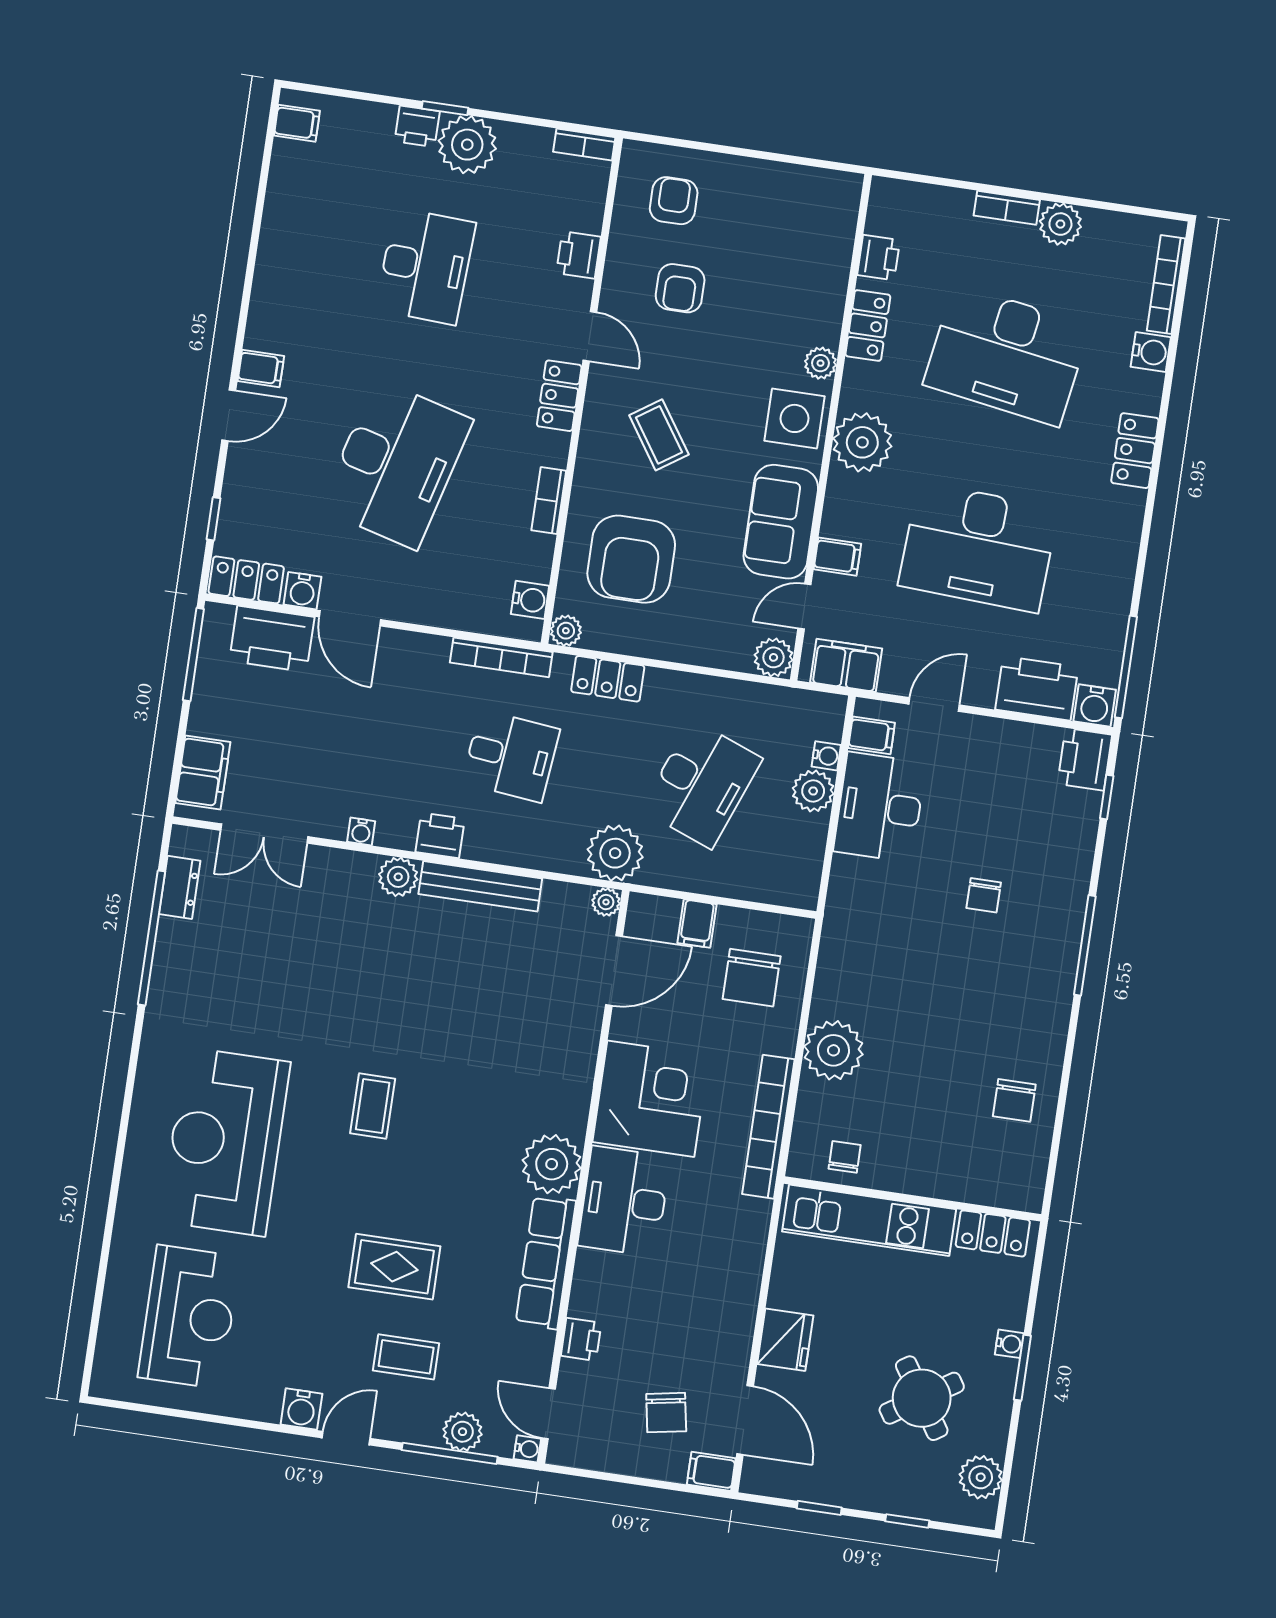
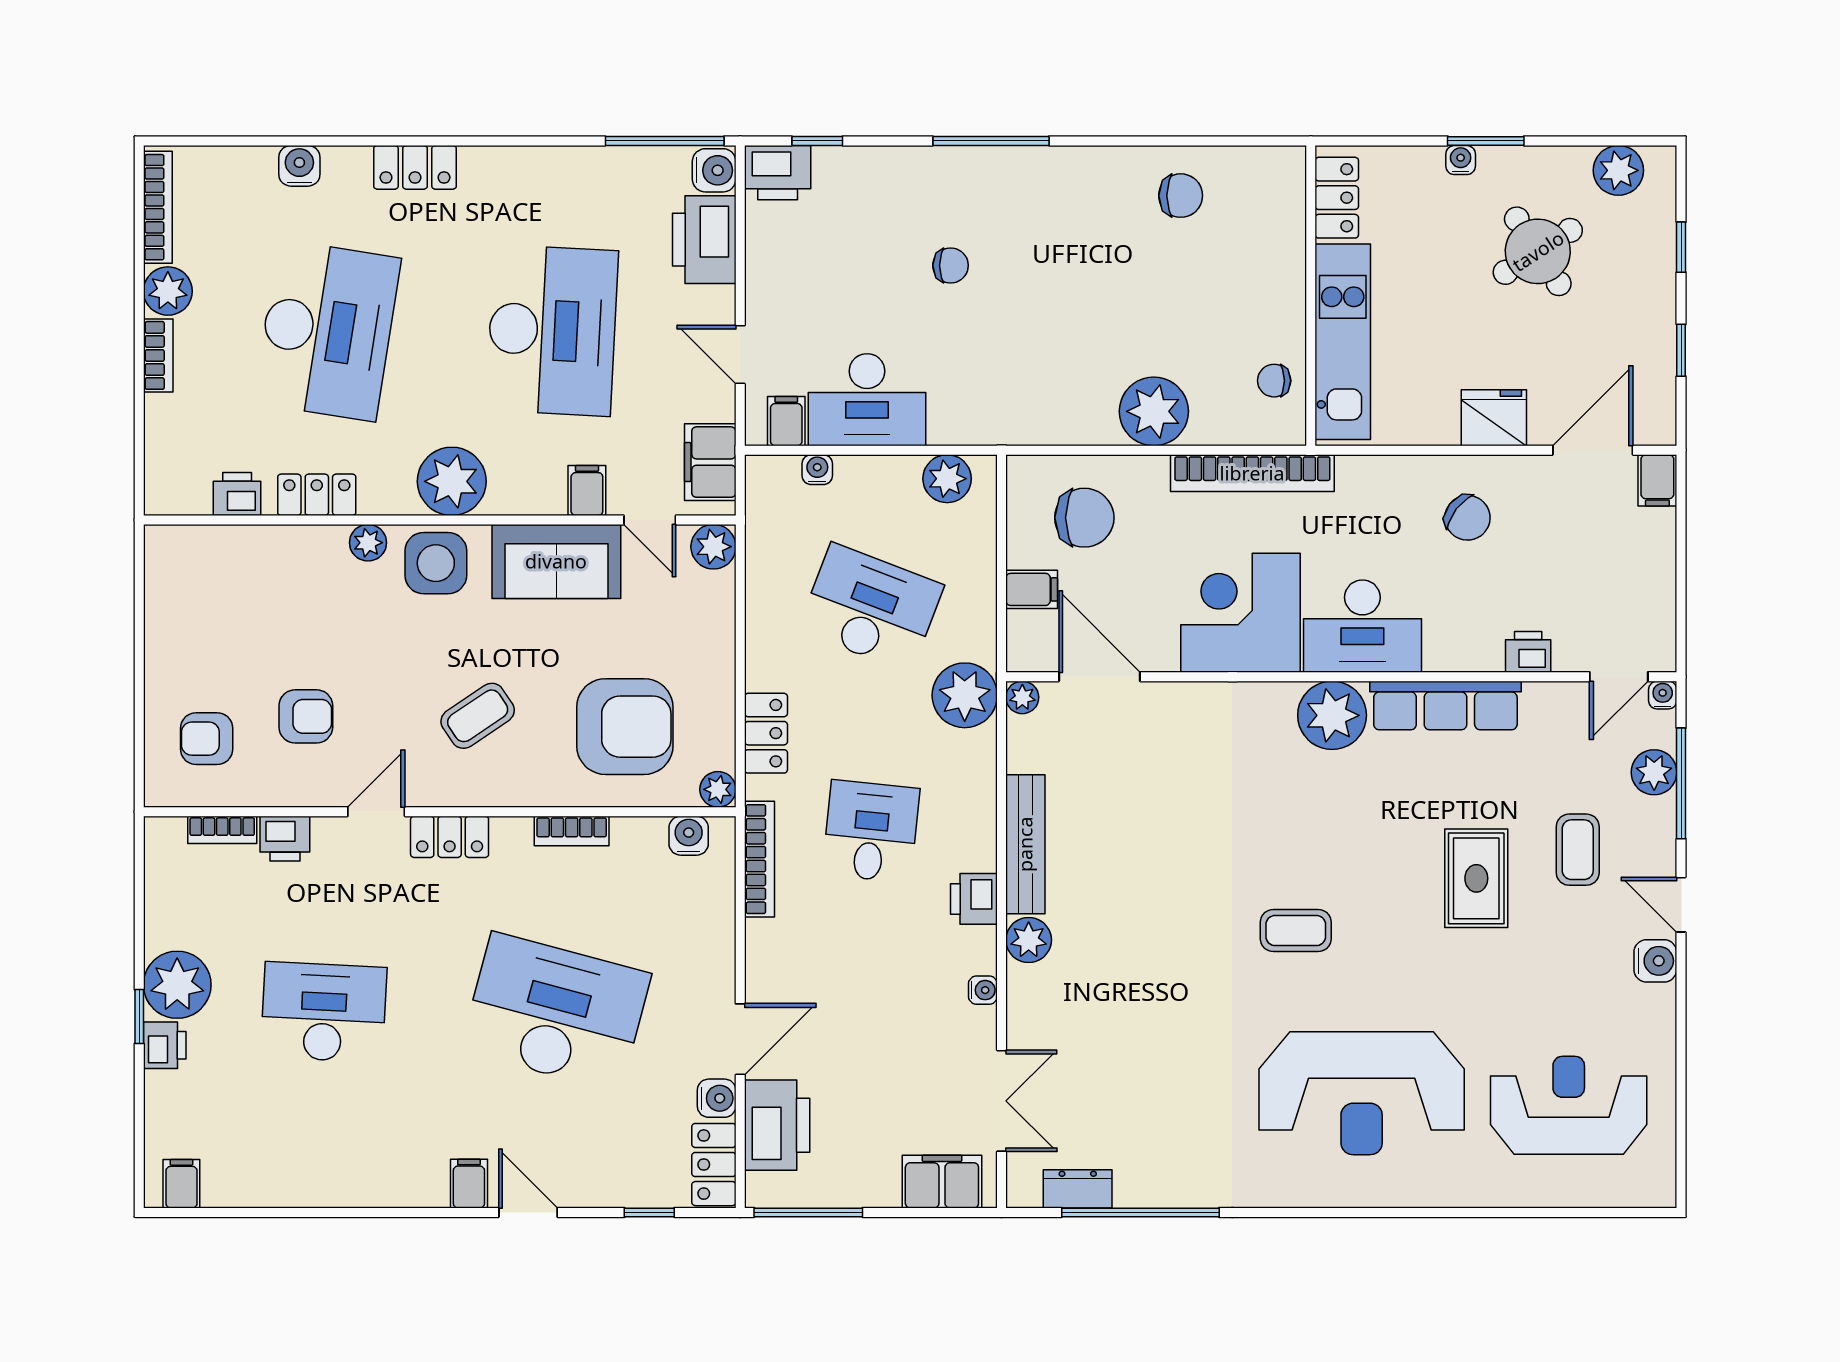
bookcase: (584, 145) -> (222, 830), moved, turned 90
bookcase: (1166, 285) -> (158, 207), moved, turned -90
plant: (813, 791) -> (947, 479), moved
chair: (666, 1413) -> (1467, 518), moved, turned 48

